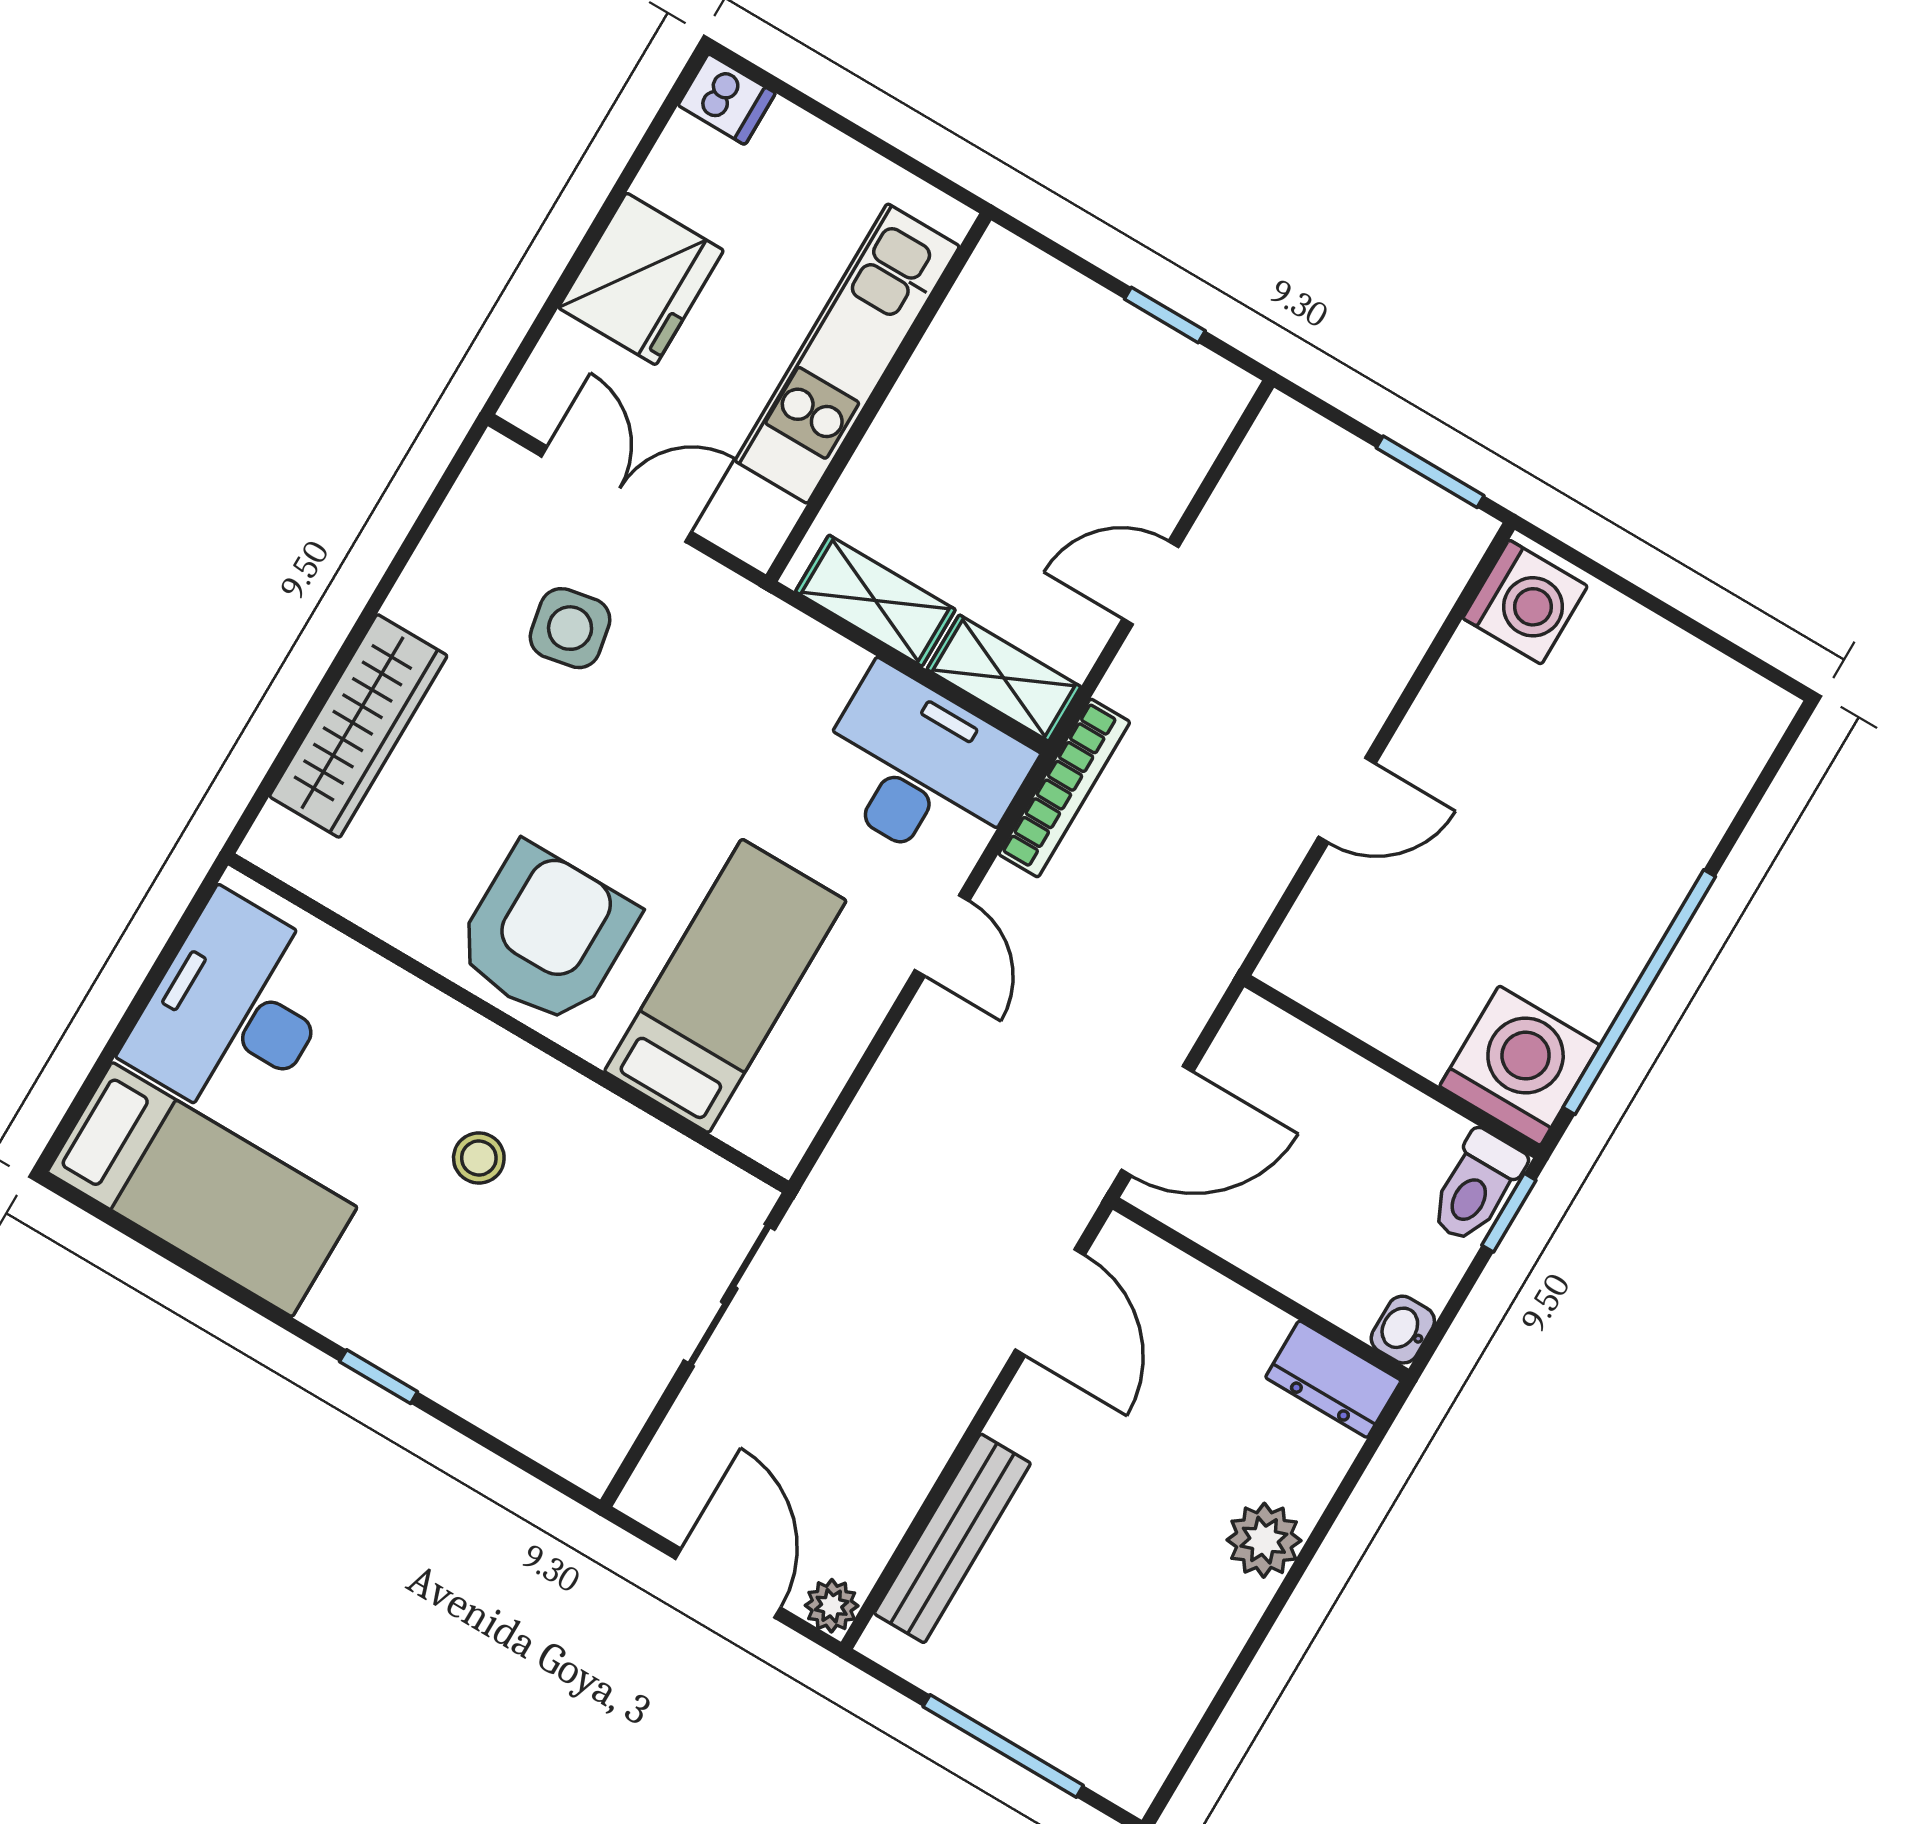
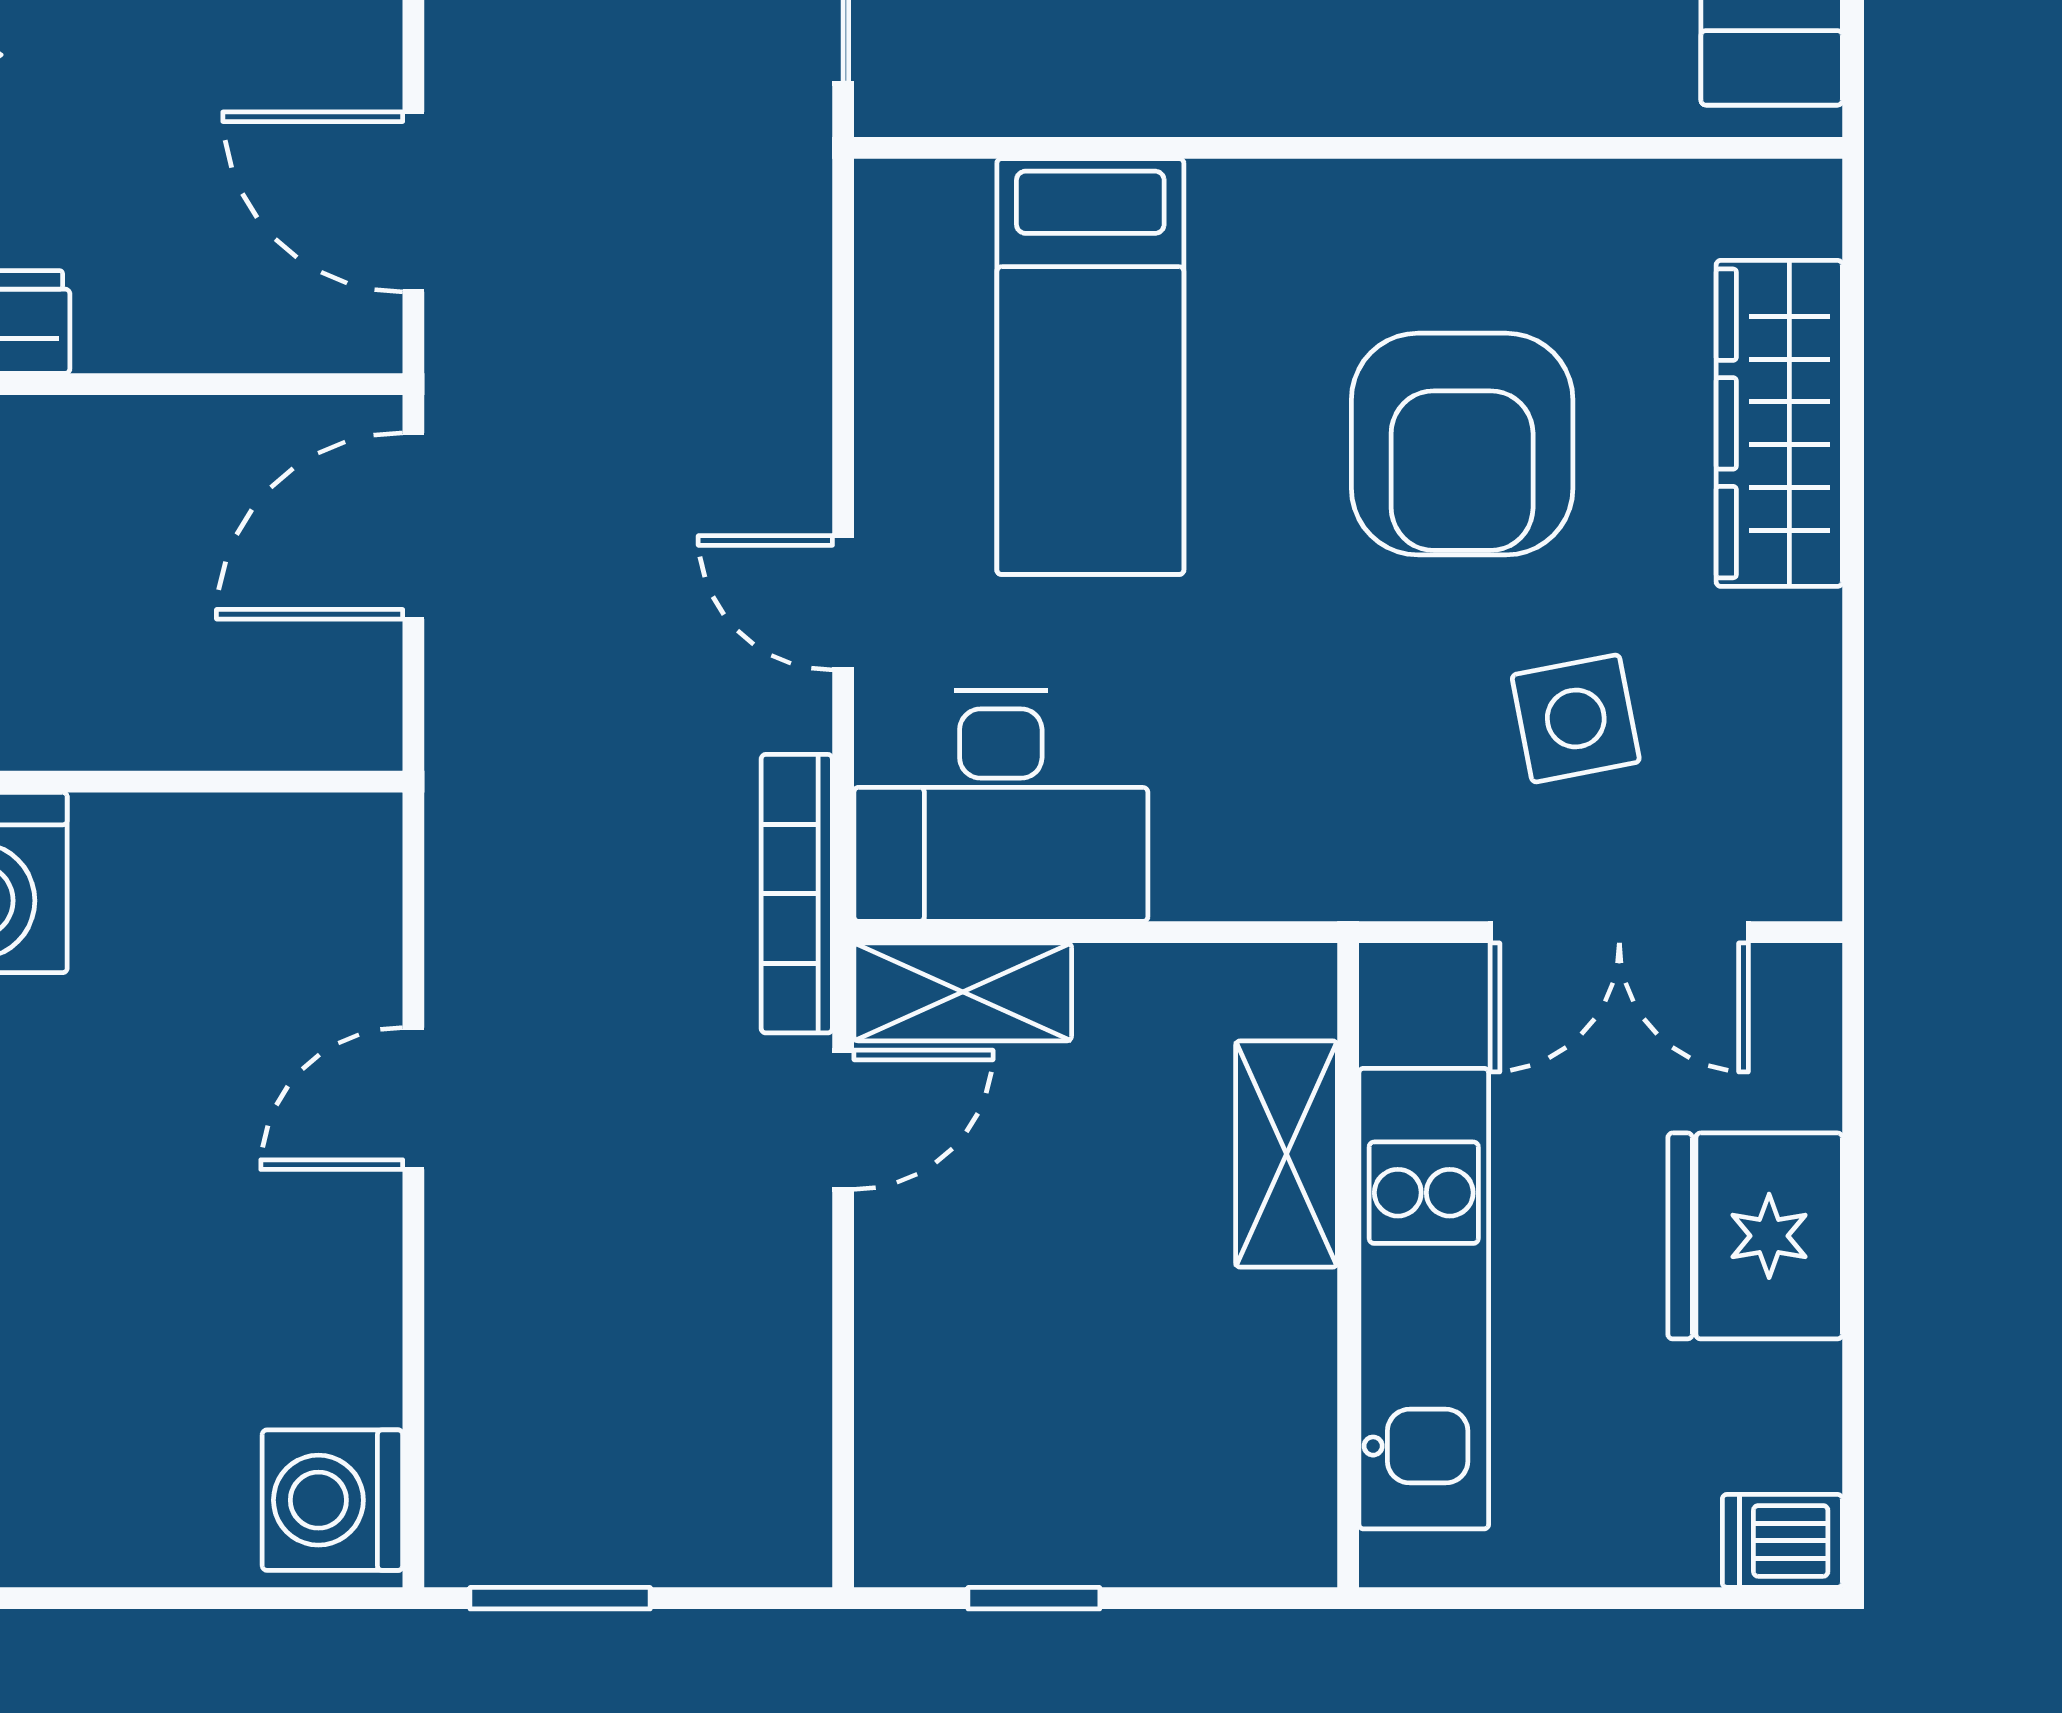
door: (1151, 583) -> (843, 1120), moved
shelving: (875, 601) -> (1286, 1154), moved, turned 90
armchair: (546, 935) -> (1462, 444), moved

